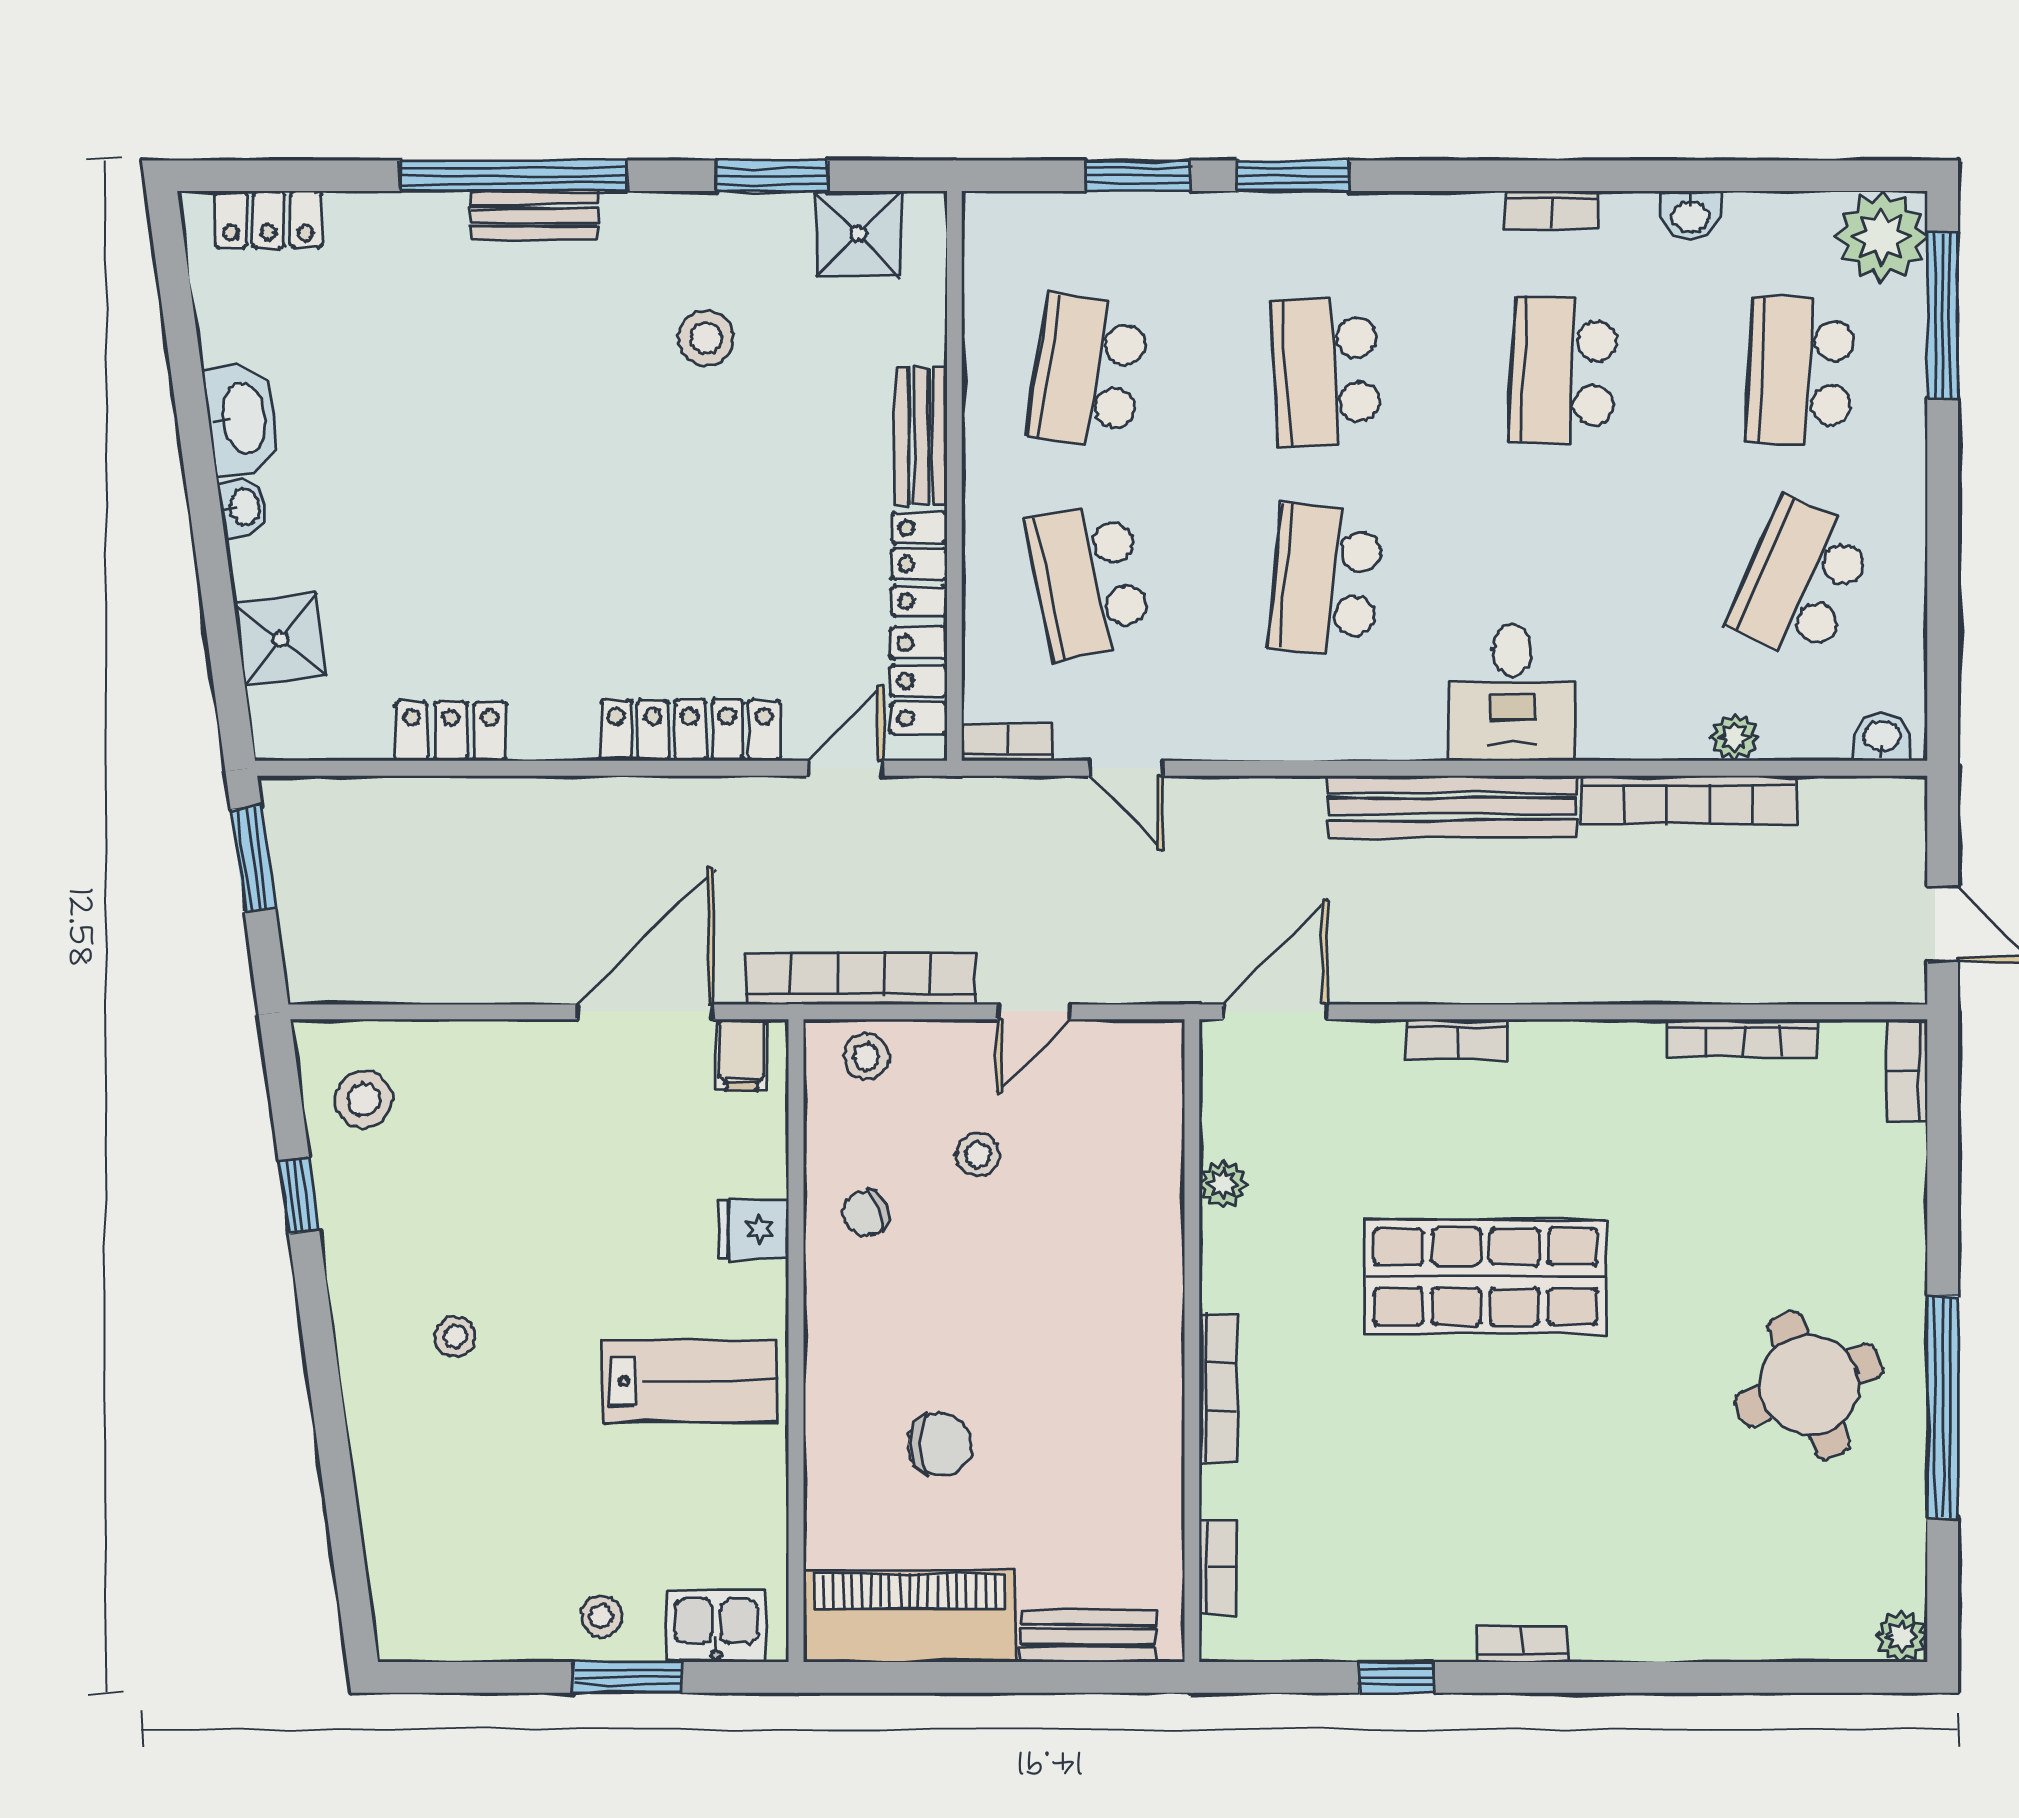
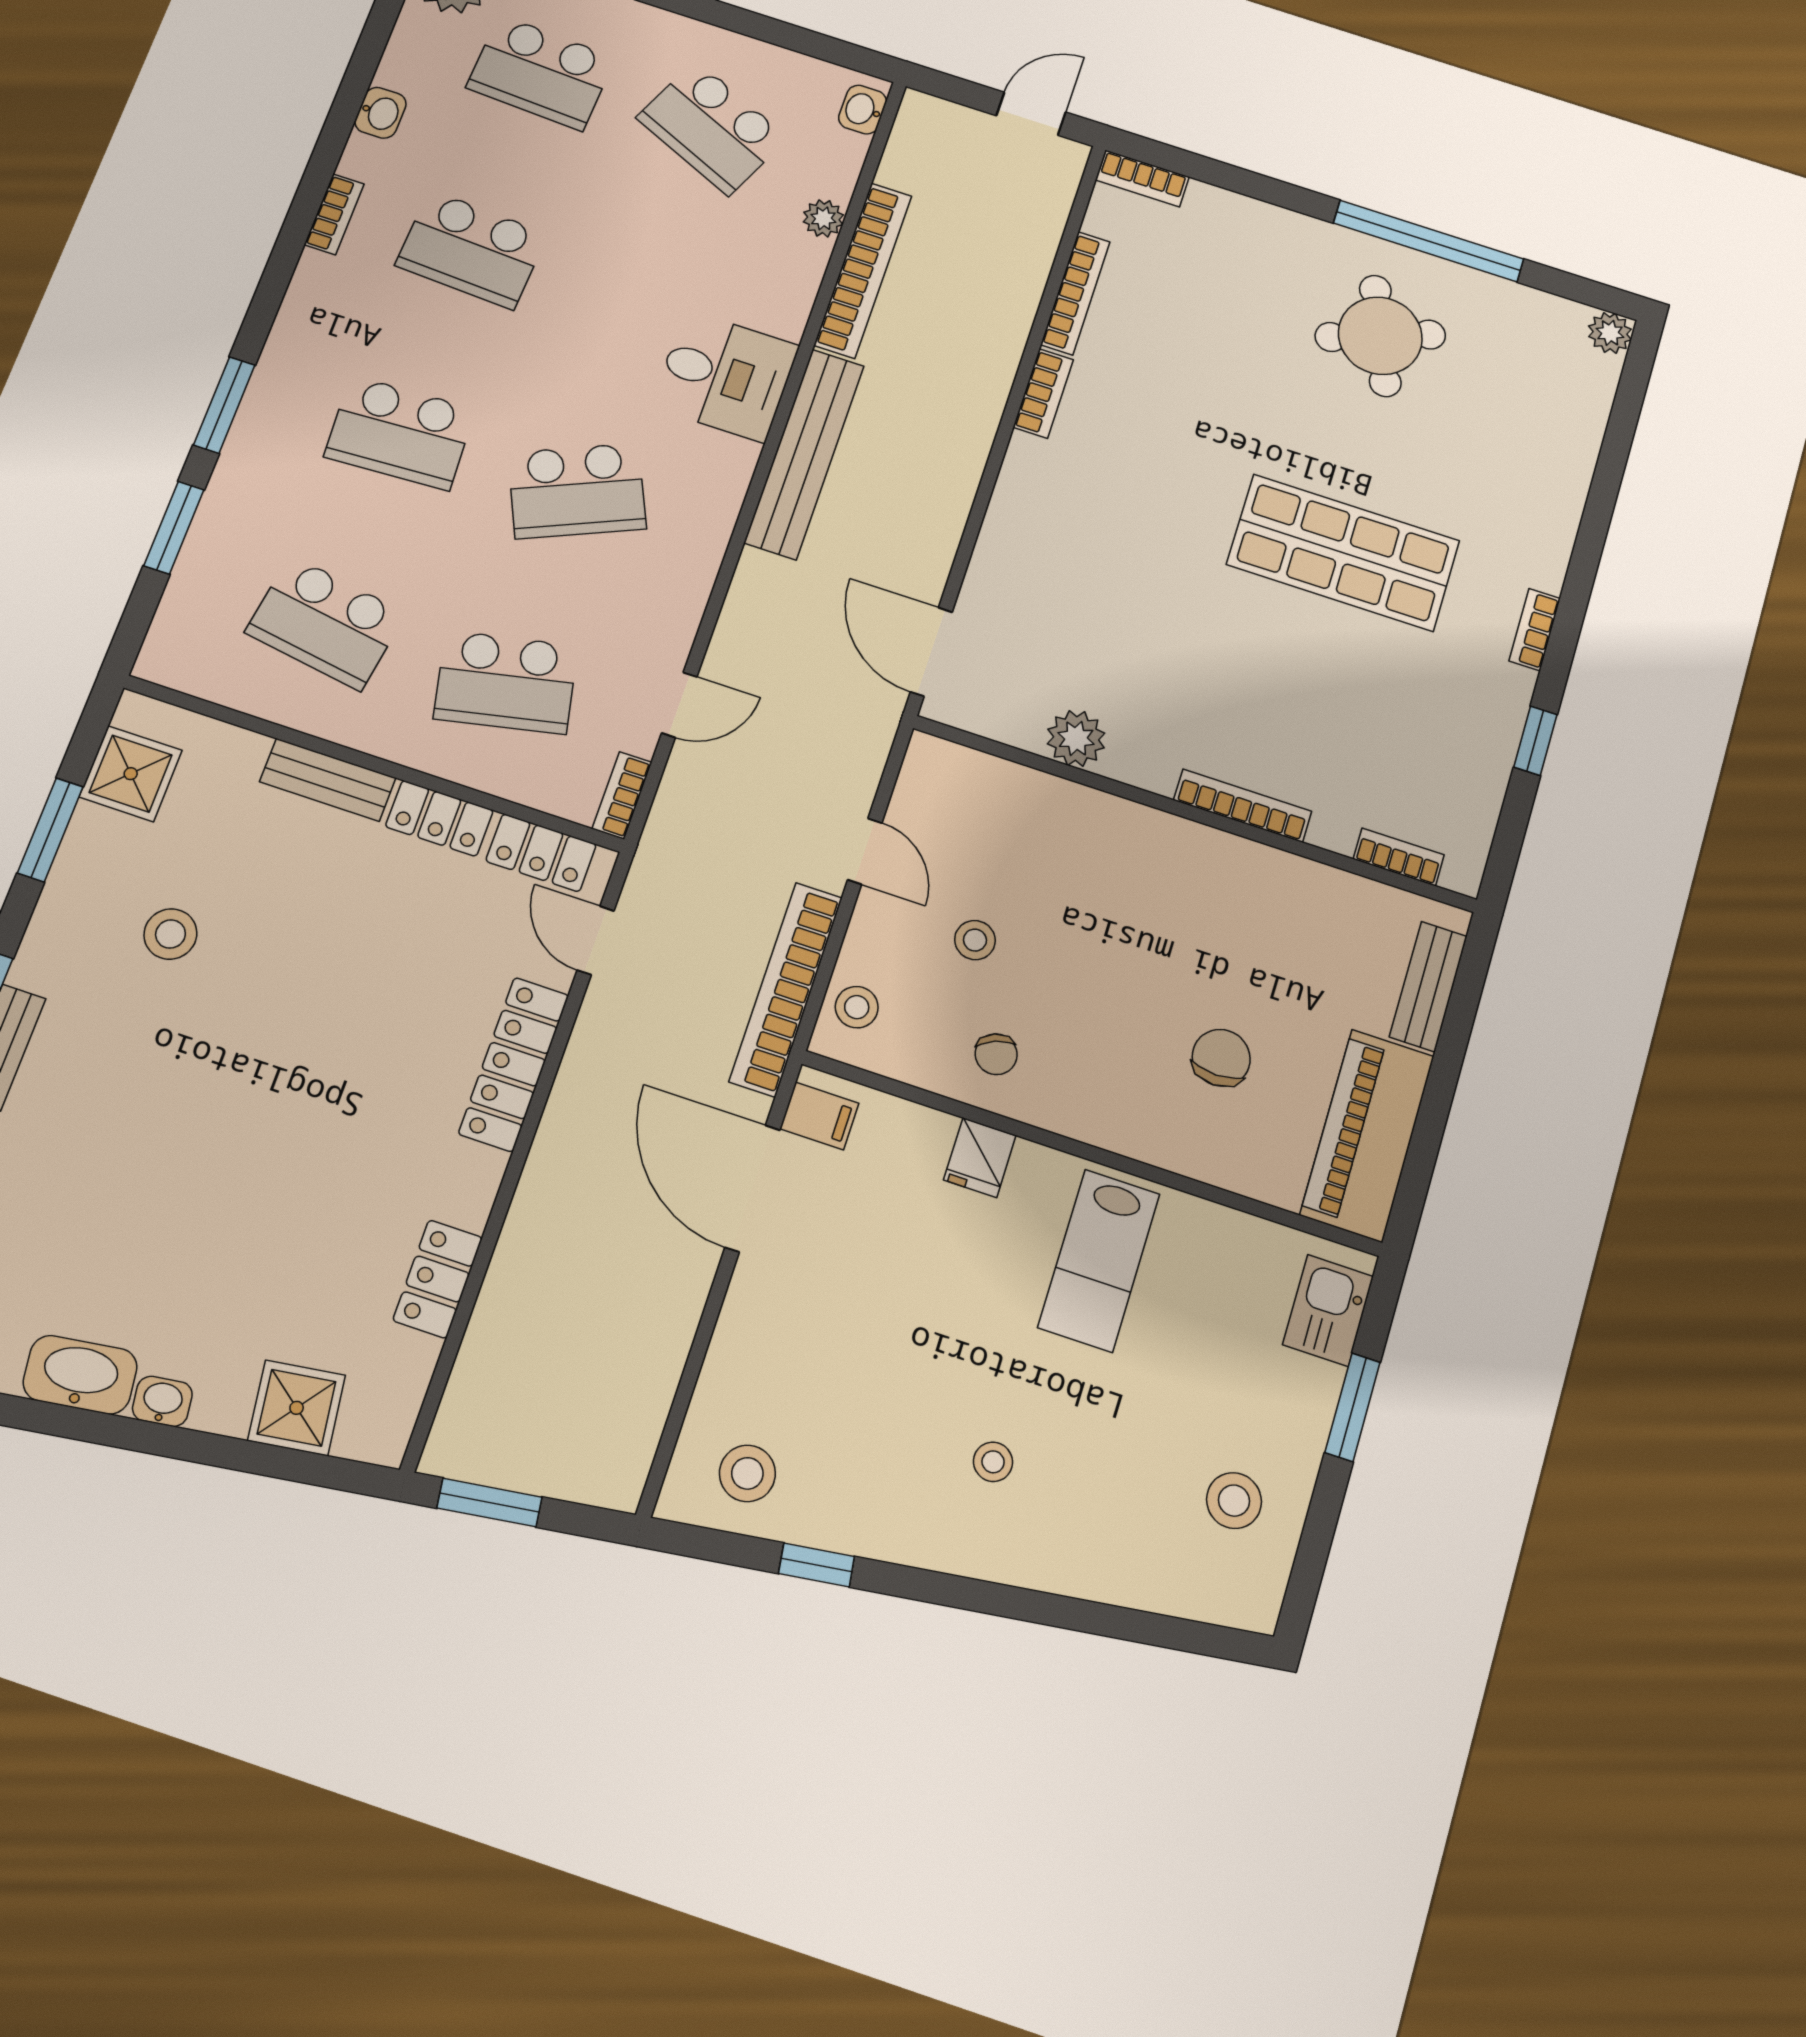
school desk: (1326, 581) -> (577, 491), turned -30
bookcase: (1458, 1040) -> (1043, 393), moved
plant: (1223, 1184) -> (1076, 738), width x1.38, depth x1.38
shop shelf: (1485, 1277) -> (1343, 553), moved, turned 90
lab bench: (689, 1381) -> (1099, 1260), turned 180
stool: (601, 1616) -> (1234, 1501), moved, width x1.37, depth x1.37

